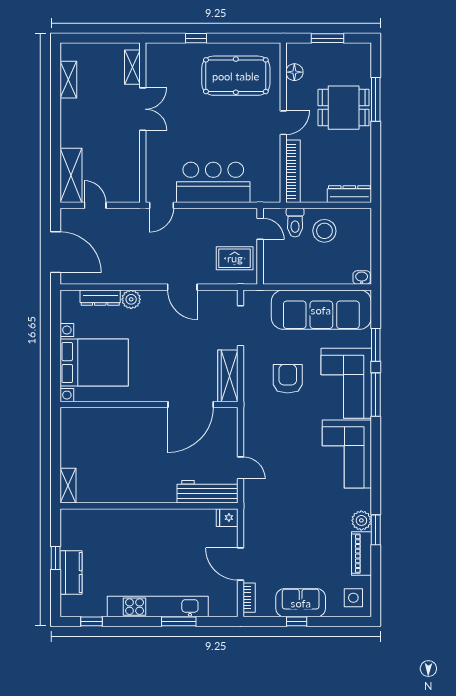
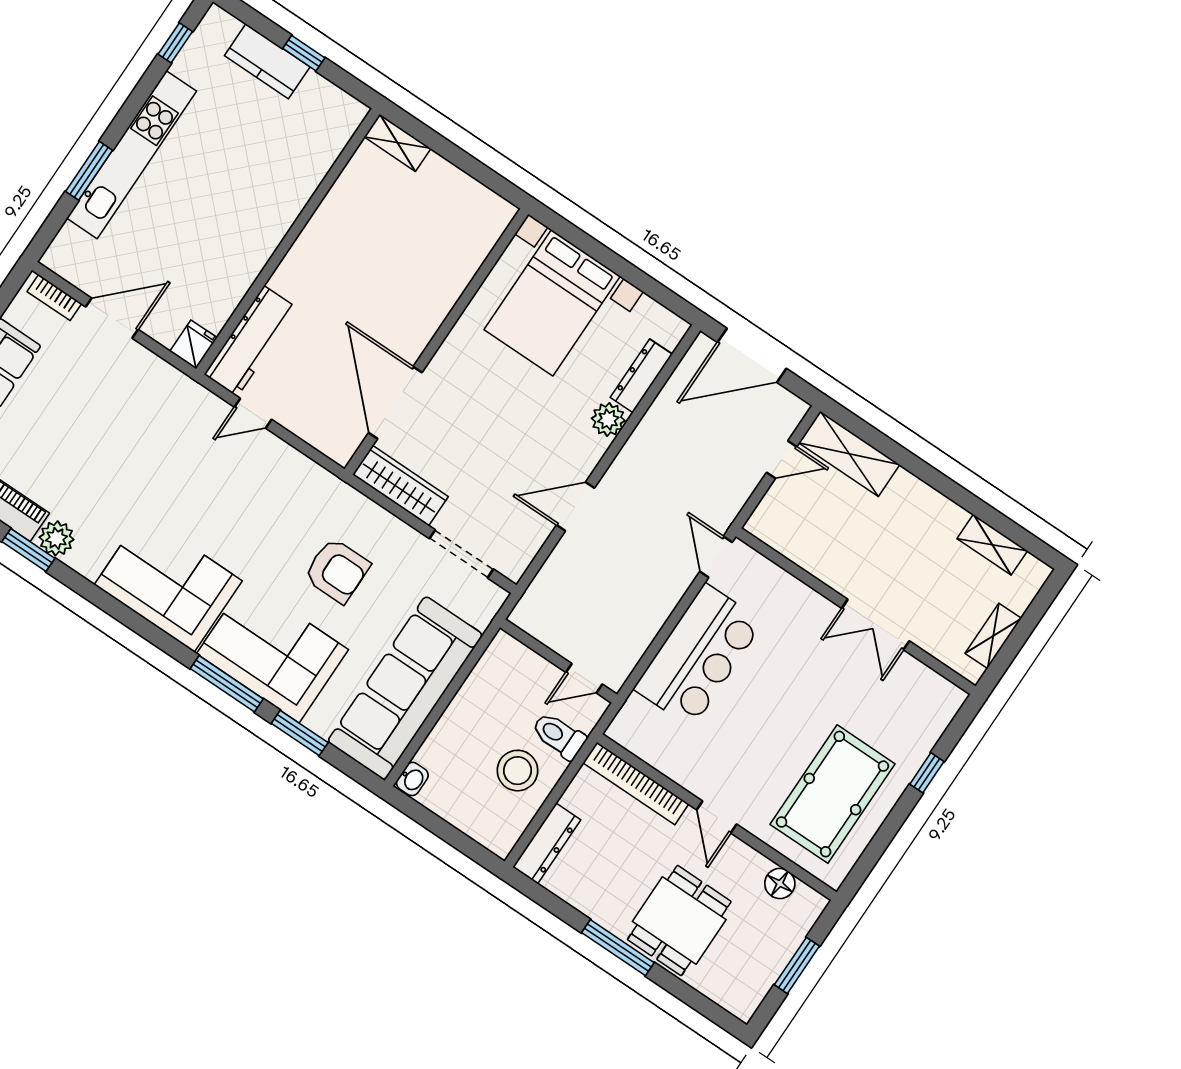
shelving: (132, 67) -> (993, 636), moved, turned 90
window: (376, 99) -> (618, 948), moved
rug: (235, 258) -> (566, 612), removed

